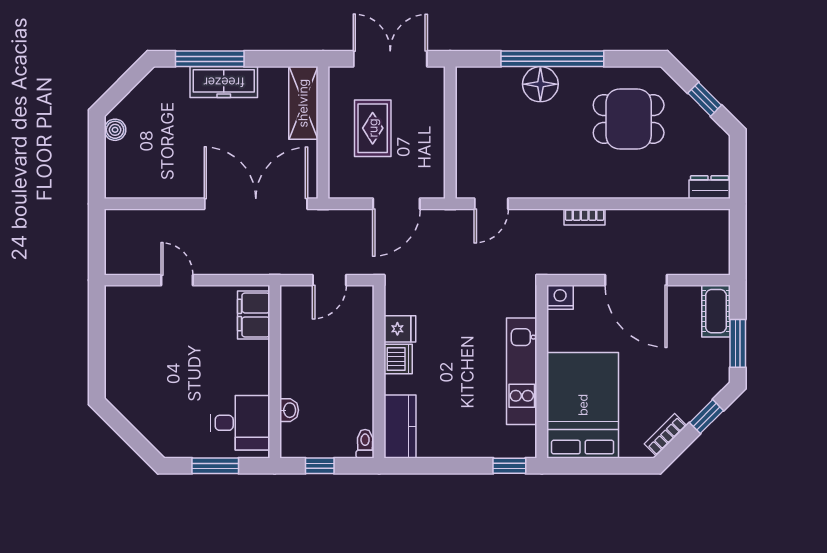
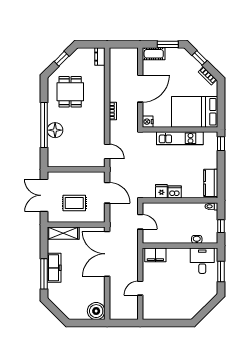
boiler: (115, 130) -> (96, 311), moved, width x1.86, depth x1.86
kitchen counter: (400, 426) -> (211, 183), moved, turned -90

